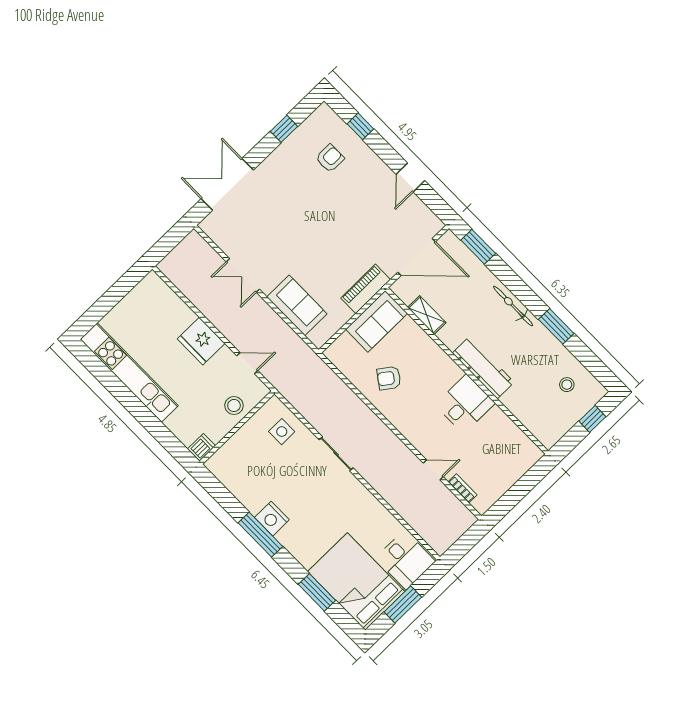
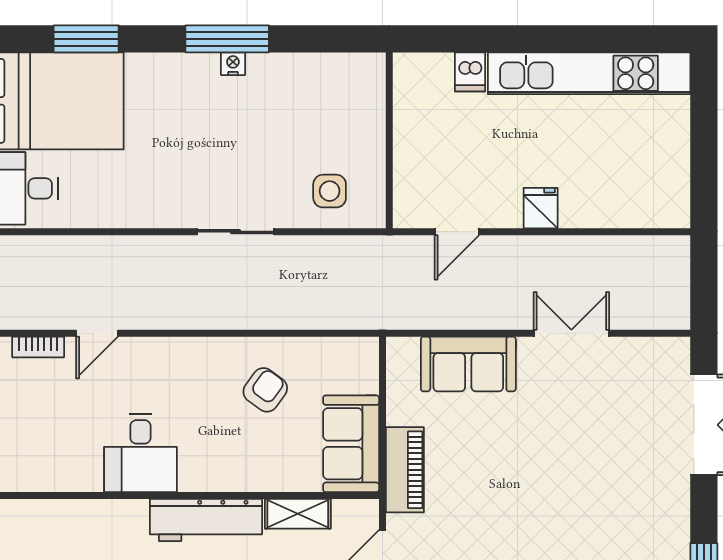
fridge: (201, 341) -> (541, 208), width x0.53, depth x0.75
workbench: (483, 368) -> (206, 520), moved
stool: (234, 406) -> (420, 163), removed
dishwasher: (201, 447) -> (470, 72), moved
nightstand: (272, 519) -> (233, 64), width x0.53, depth x0.56

